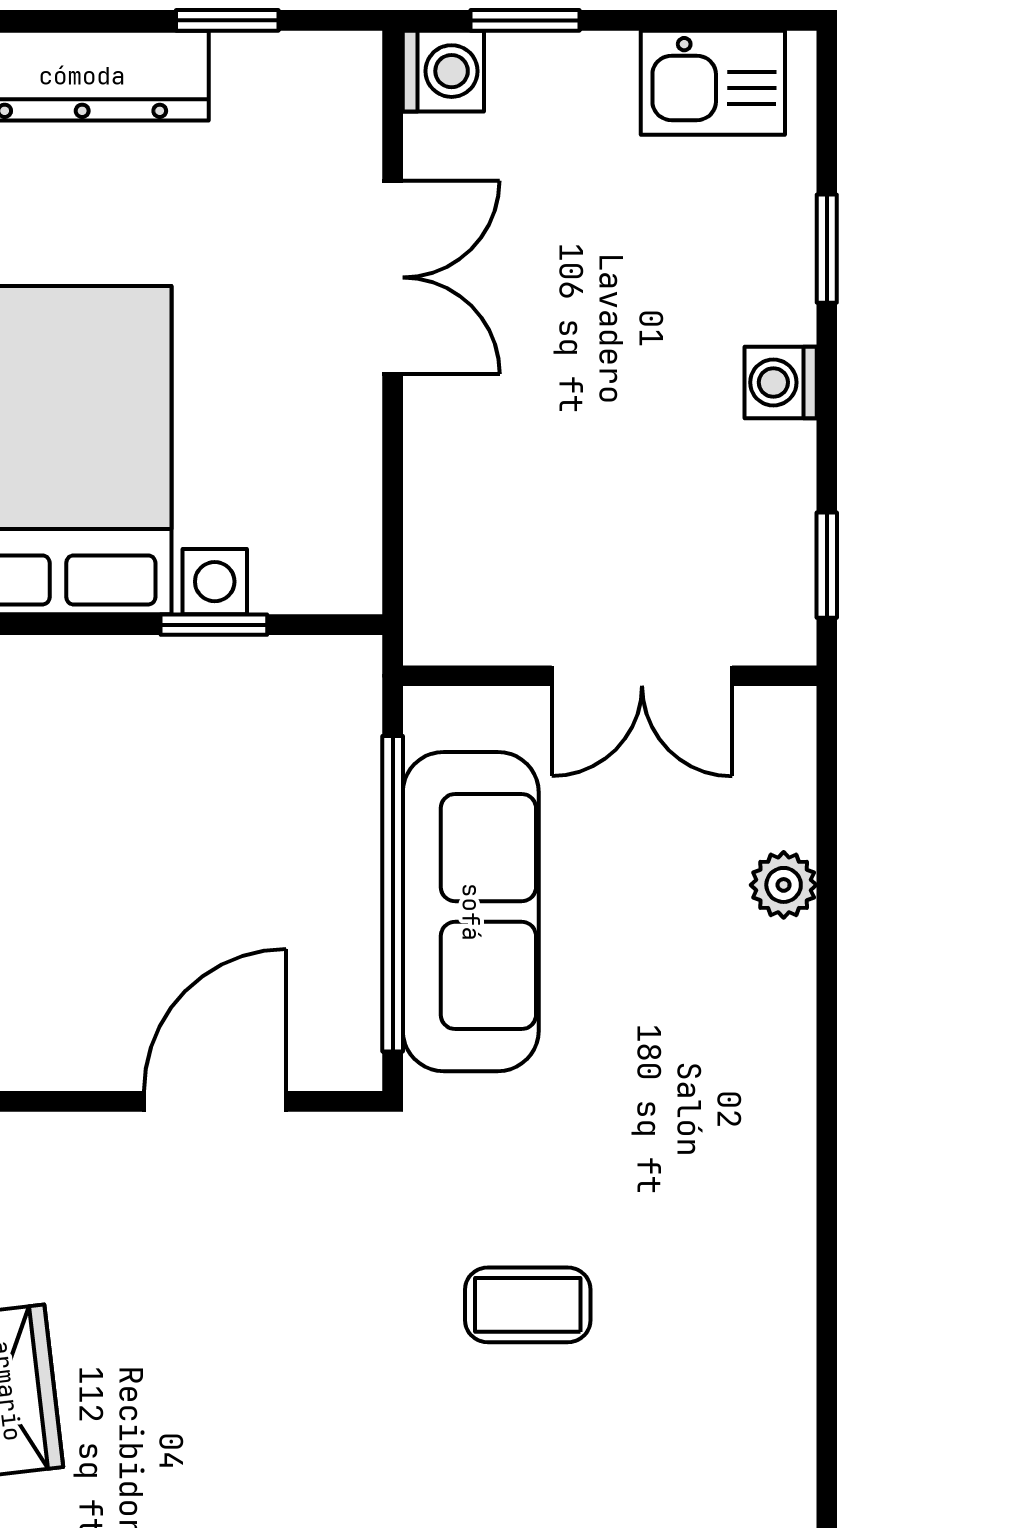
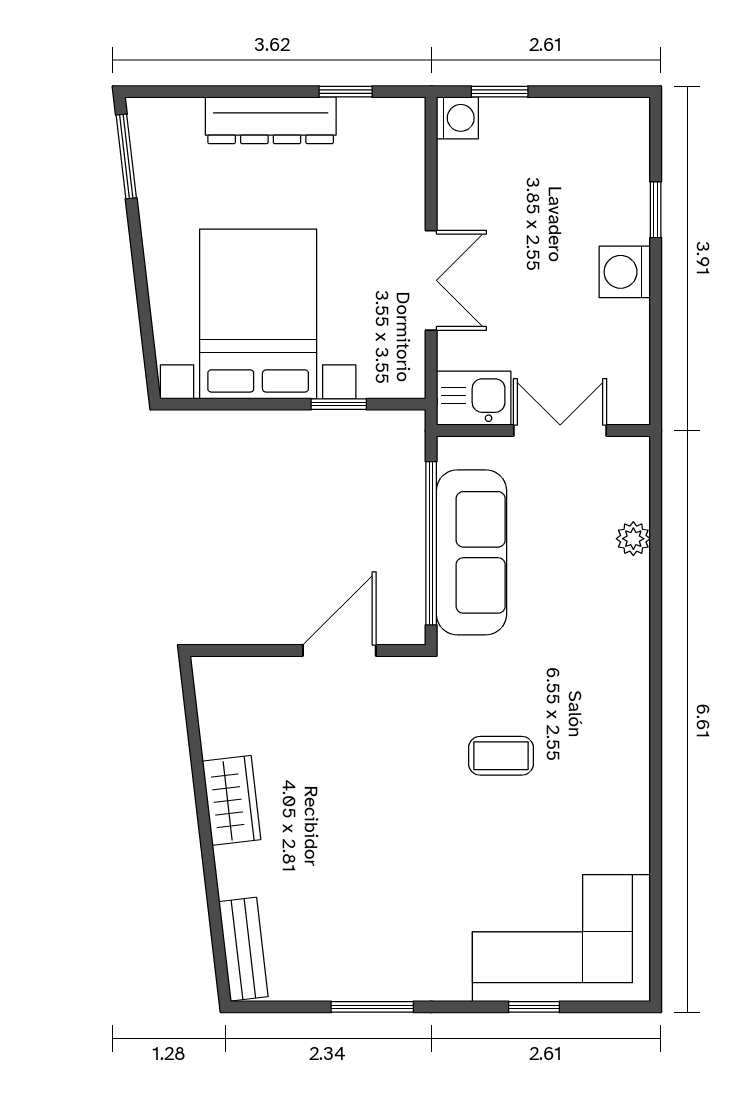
kitchen sink: (713, 83) -> (474, 398), moved, turned 180
double door: (393, 277) -> (431, 280), moved
washing machine: (781, 382) -> (625, 272), width x1.38, depth x1.38
window: (827, 565) -> (656, 373), removed
double door: (642, 676) -> (560, 430), swing flipped

